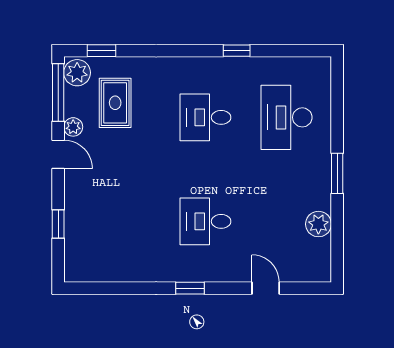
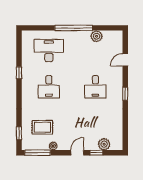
plant: (77, 73) -> (104, 144), moved
desk: (287, 117) -> (49, 50), turned 180
door: (58, 154) -> (77, 153), moved
window: (337, 173) -> (74, 28), width x2.11

